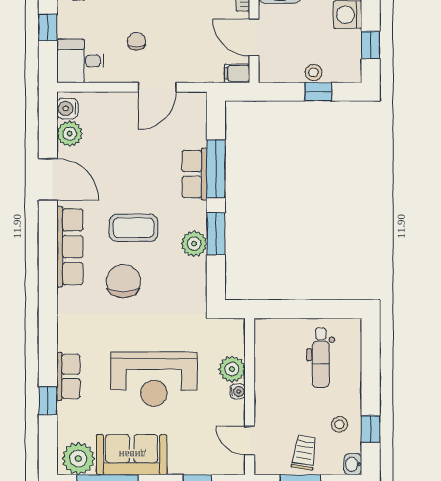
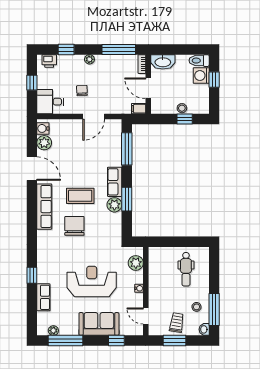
window: (371, 45) -> (214, 80), moved
window: (216, 169) -> (127, 149), moved
row of seats: (194, 174) -> (115, 182), moved
plant: (232, 369) -> (136, 263), moved
row of seats: (68, 376) -> (43, 297), moved
reception desk: (154, 379) -> (92, 281), turned 180
window: (48, 401) -> (32, 275), moved
window: (371, 429) -> (214, 310), width x2.17
sofa: (132, 455) -> (99, 324), moved
plant: (78, 459) -> (53, 331), width x0.53, depth x0.53

